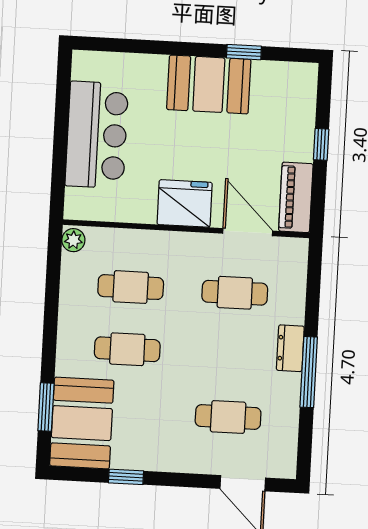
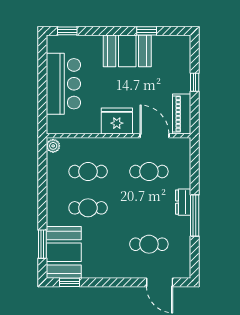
window: (108, 45) -> (67, 31), added
window: (126, 477) -> (70, 282), moved

